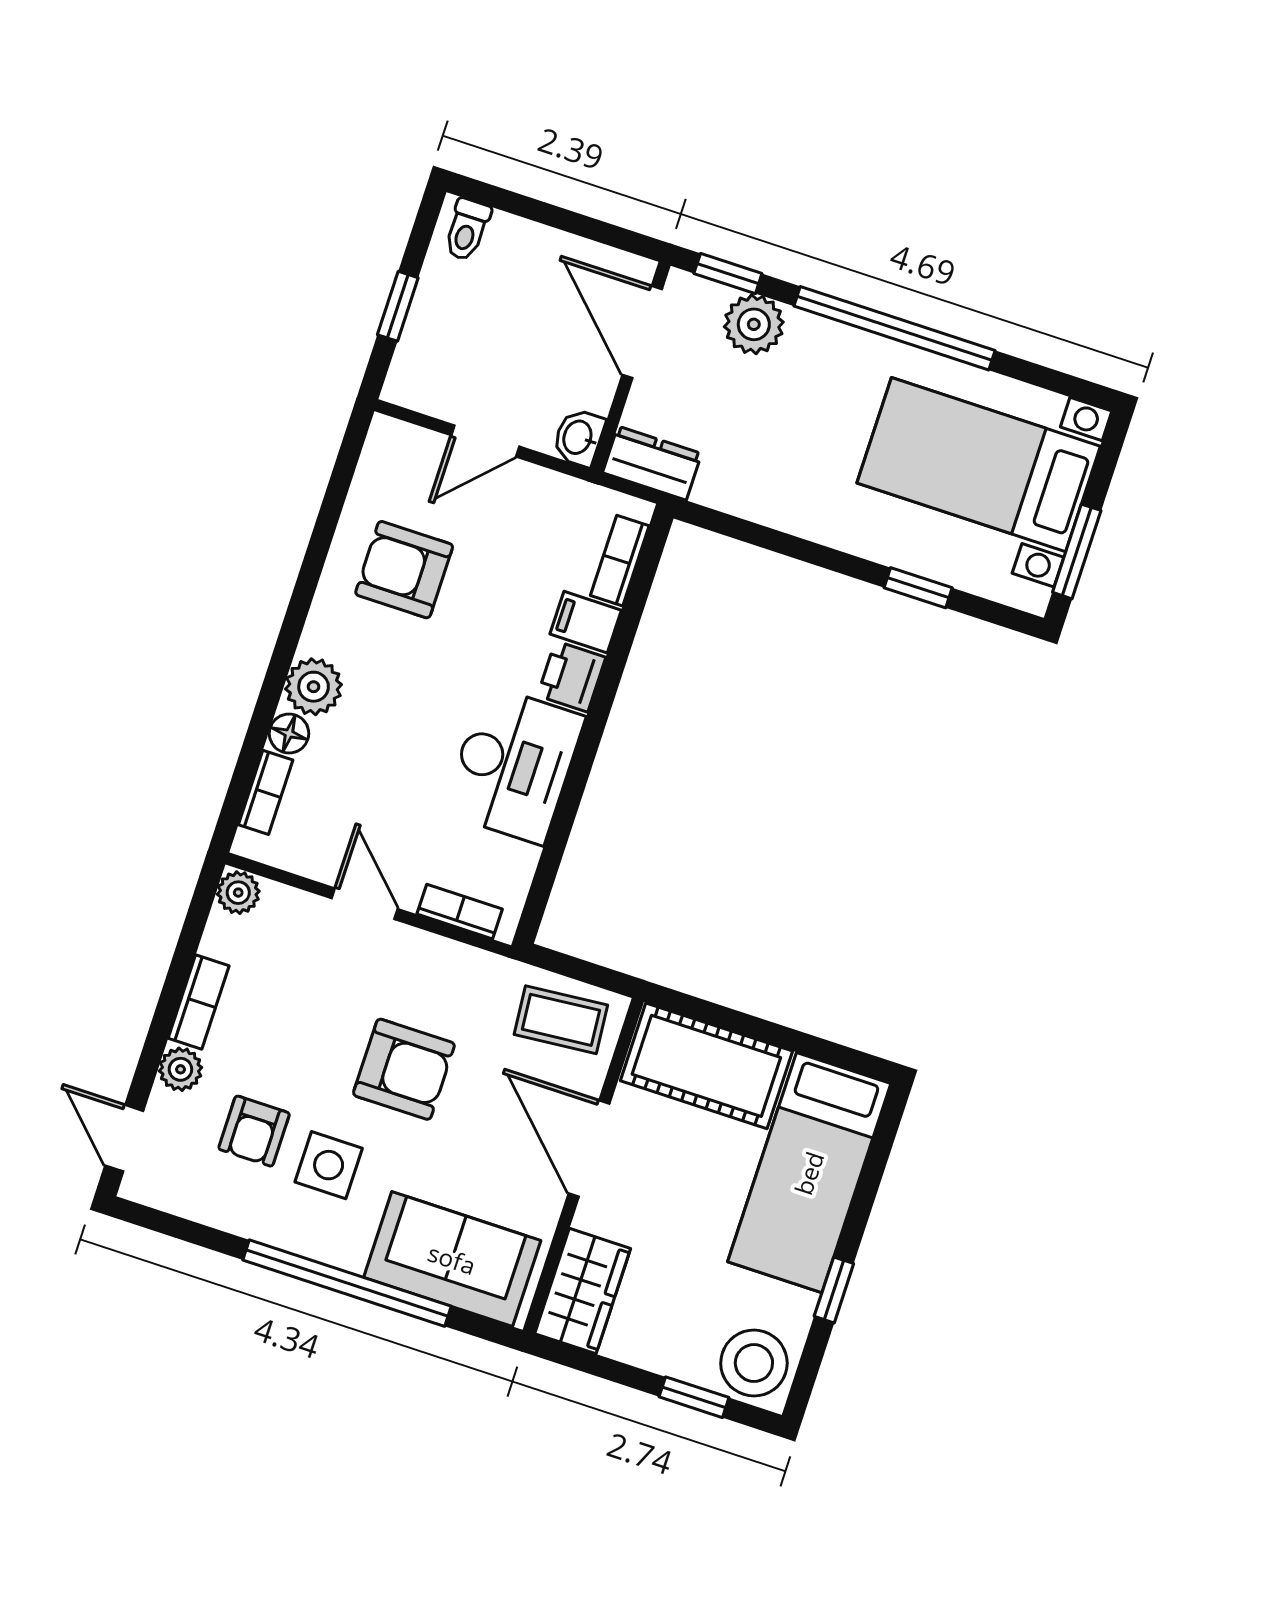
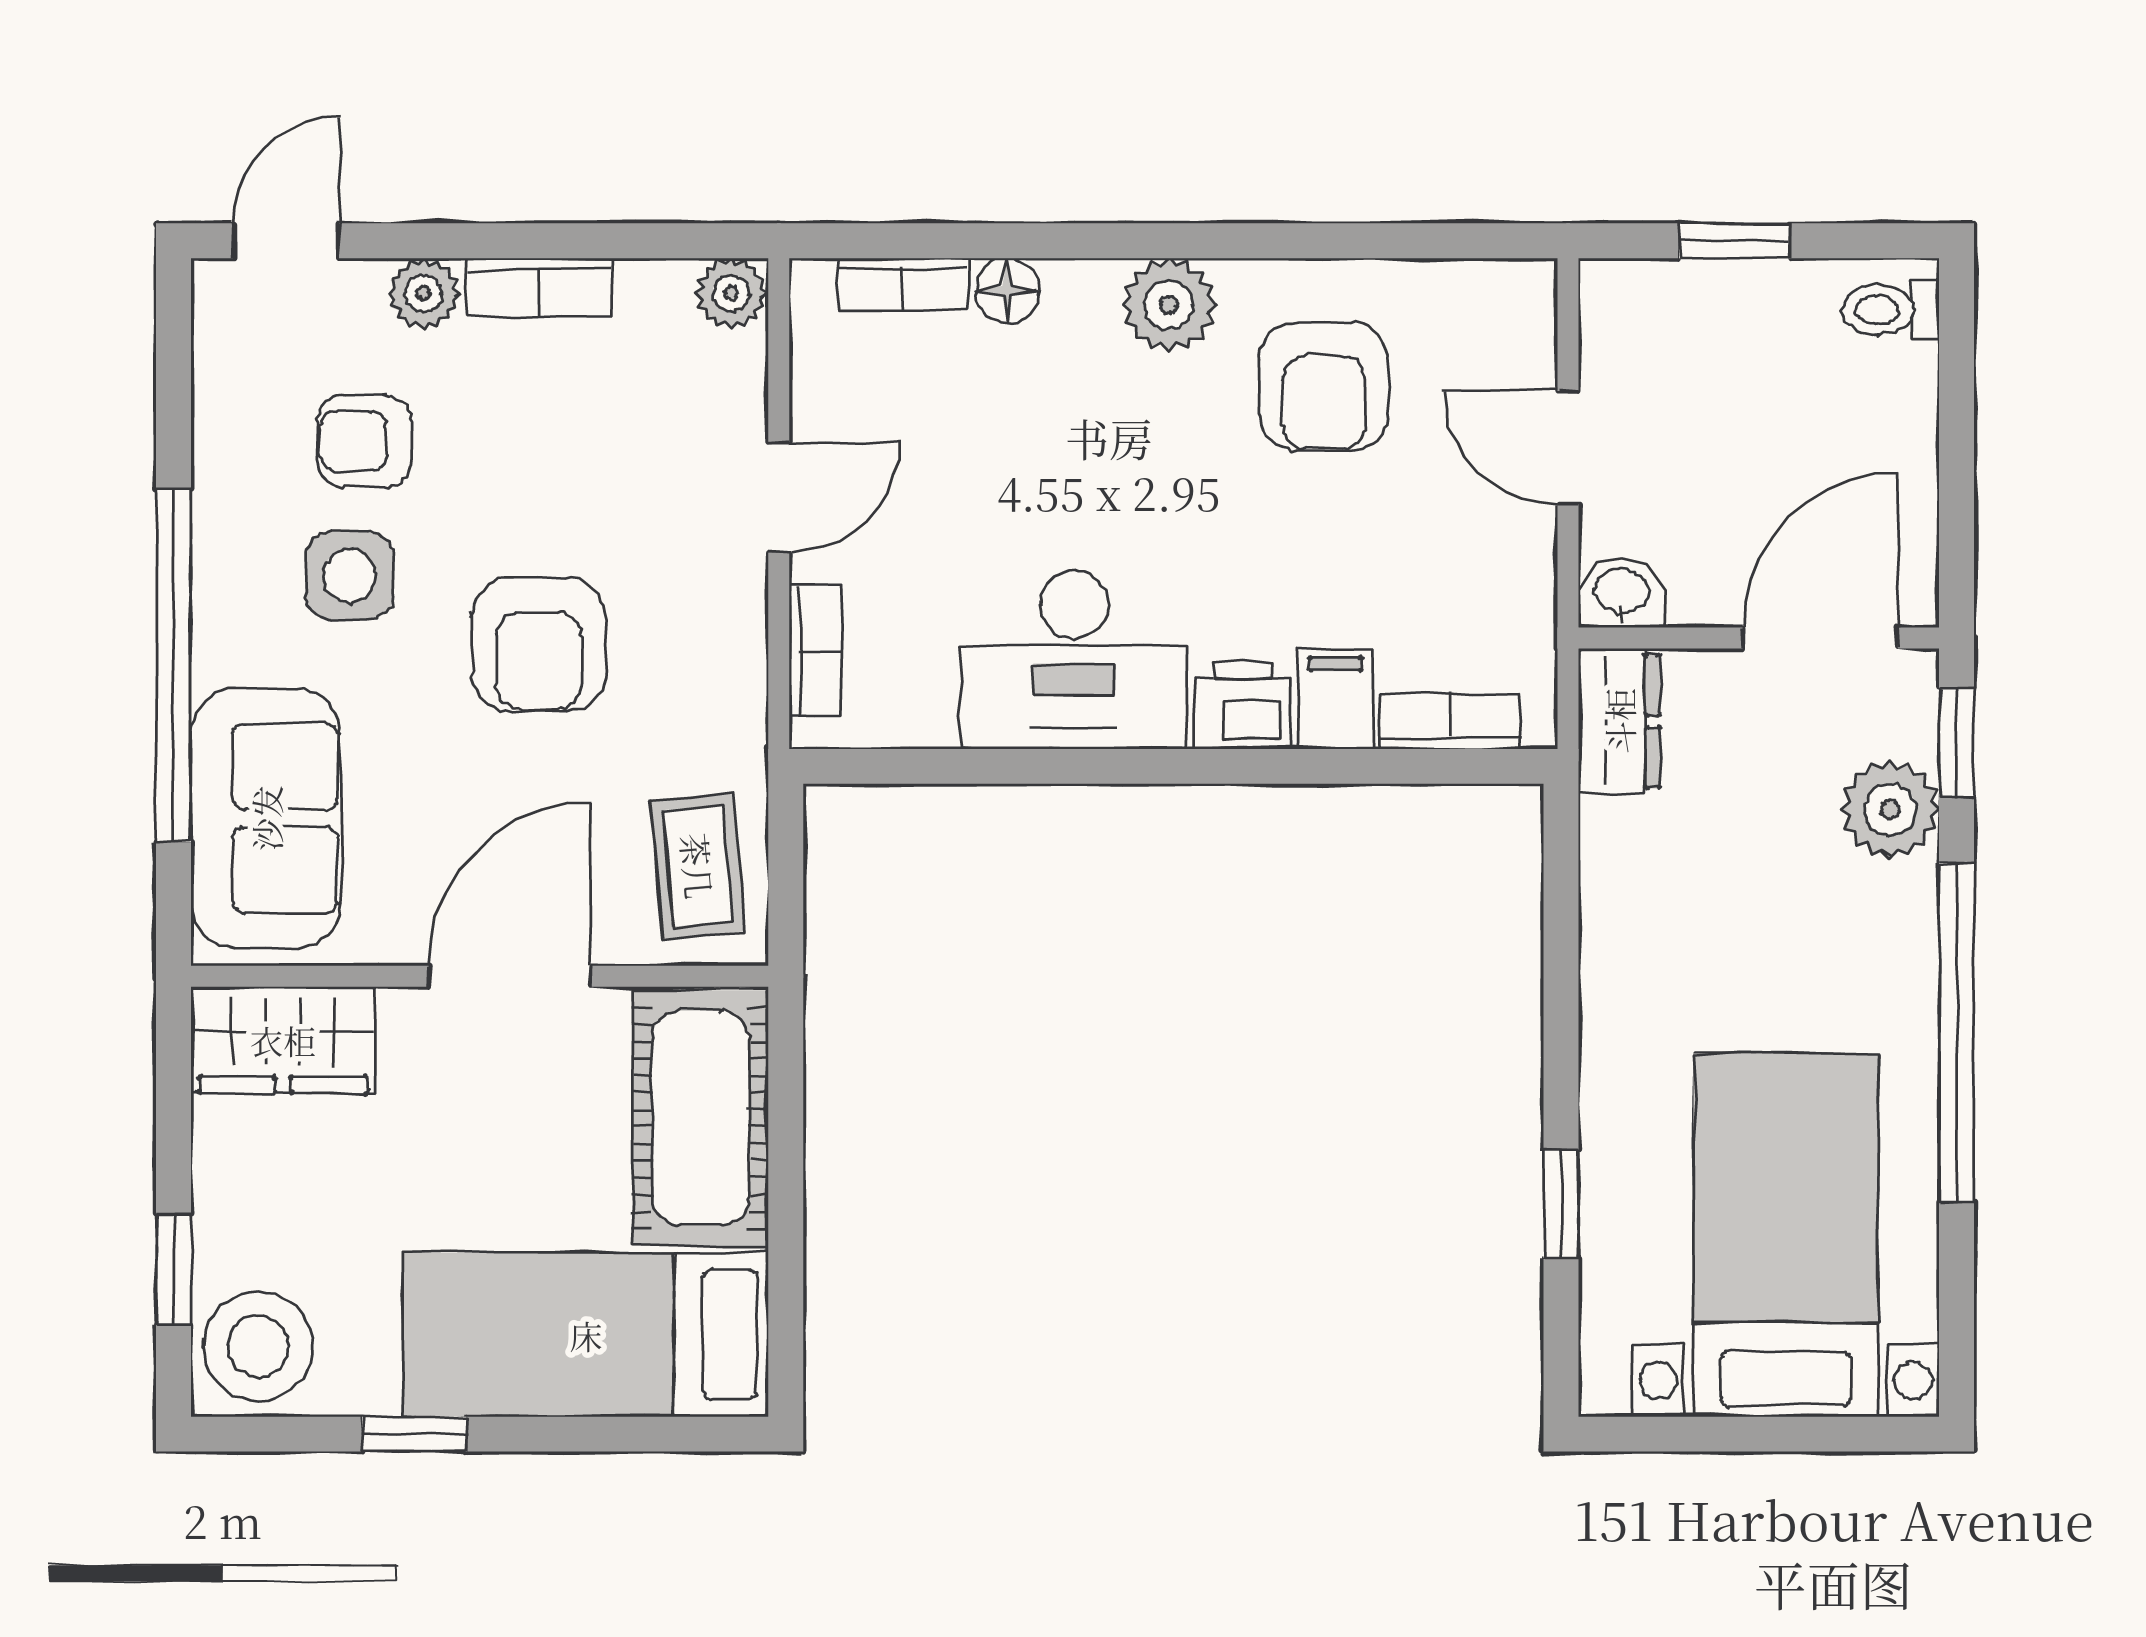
window: (1077, 551) -> (1700, 1434), removed
armchair: (404, 570) -> (1324, 387), turned 180
plant: (314, 687) -> (1169, 305), moved

